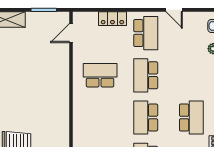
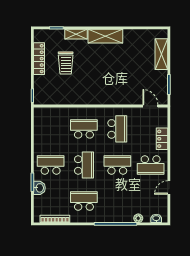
school desk: (100, 118) -> (84, 129), added
school desk: (146, 118) -> (84, 165), turned 90
school desk: (191, 118) -> (84, 201), turned 180

